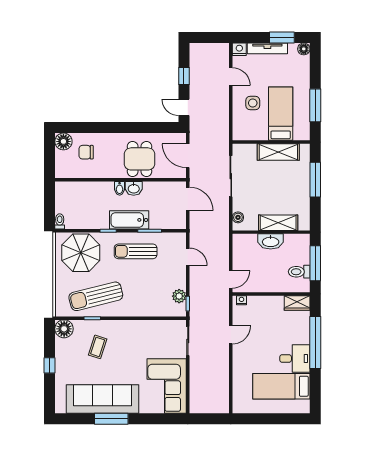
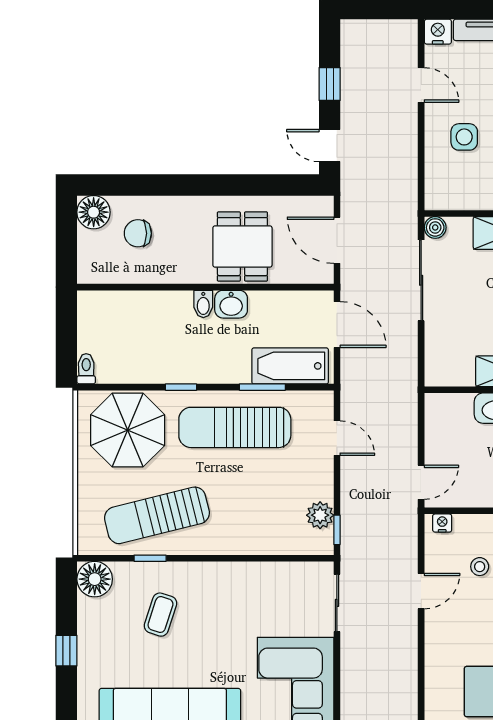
boiler: (238, 217) -> (435, 227), moved
bathtub: (129, 220) -> (290, 366), moved
sun lounger: (136, 251) -> (235, 427), width x1.36, depth x1.34
stool: (261, 322) -> (480, 567), added

